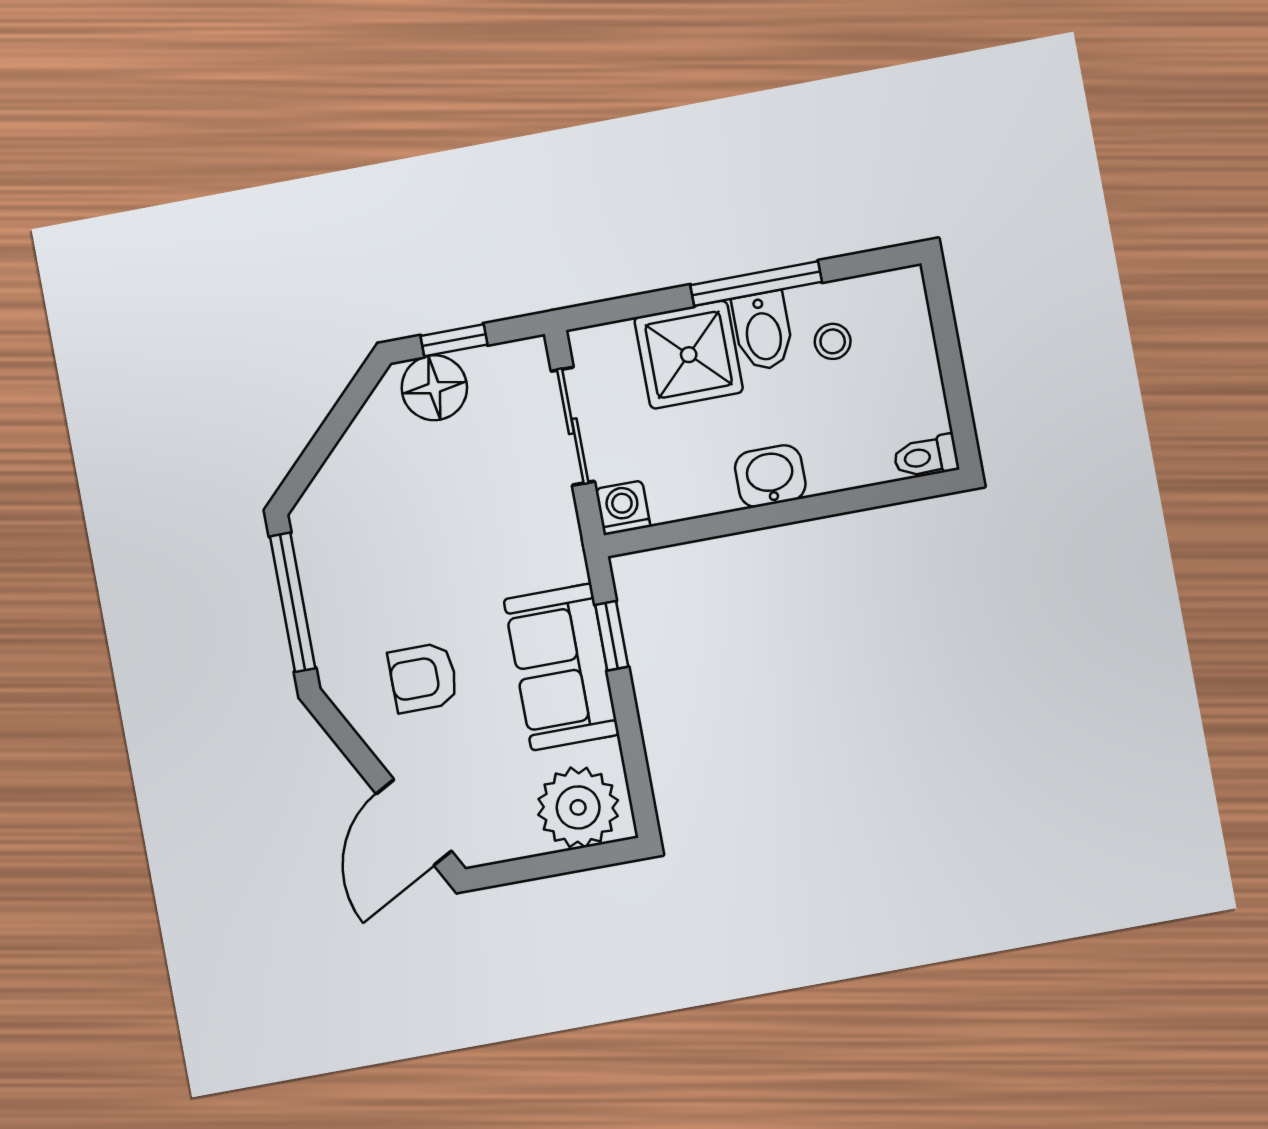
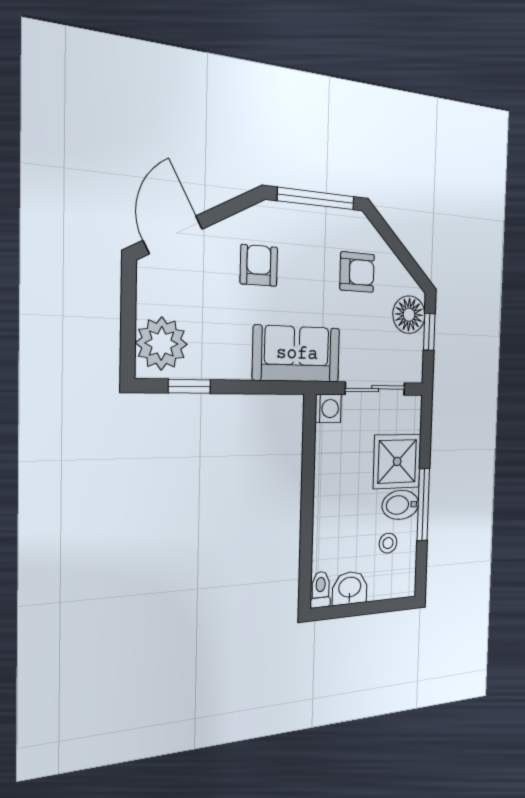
washbasin: (770, 476) -> (350, 588), moved, turned -90
armchair: (389, 503) -> (357, 272), added
window: (612, 636) -> (189, 386), moved
sofa: (561, 667) -> (297, 354), moved
door: (414, 822) -> (173, 235), hinge flipped

